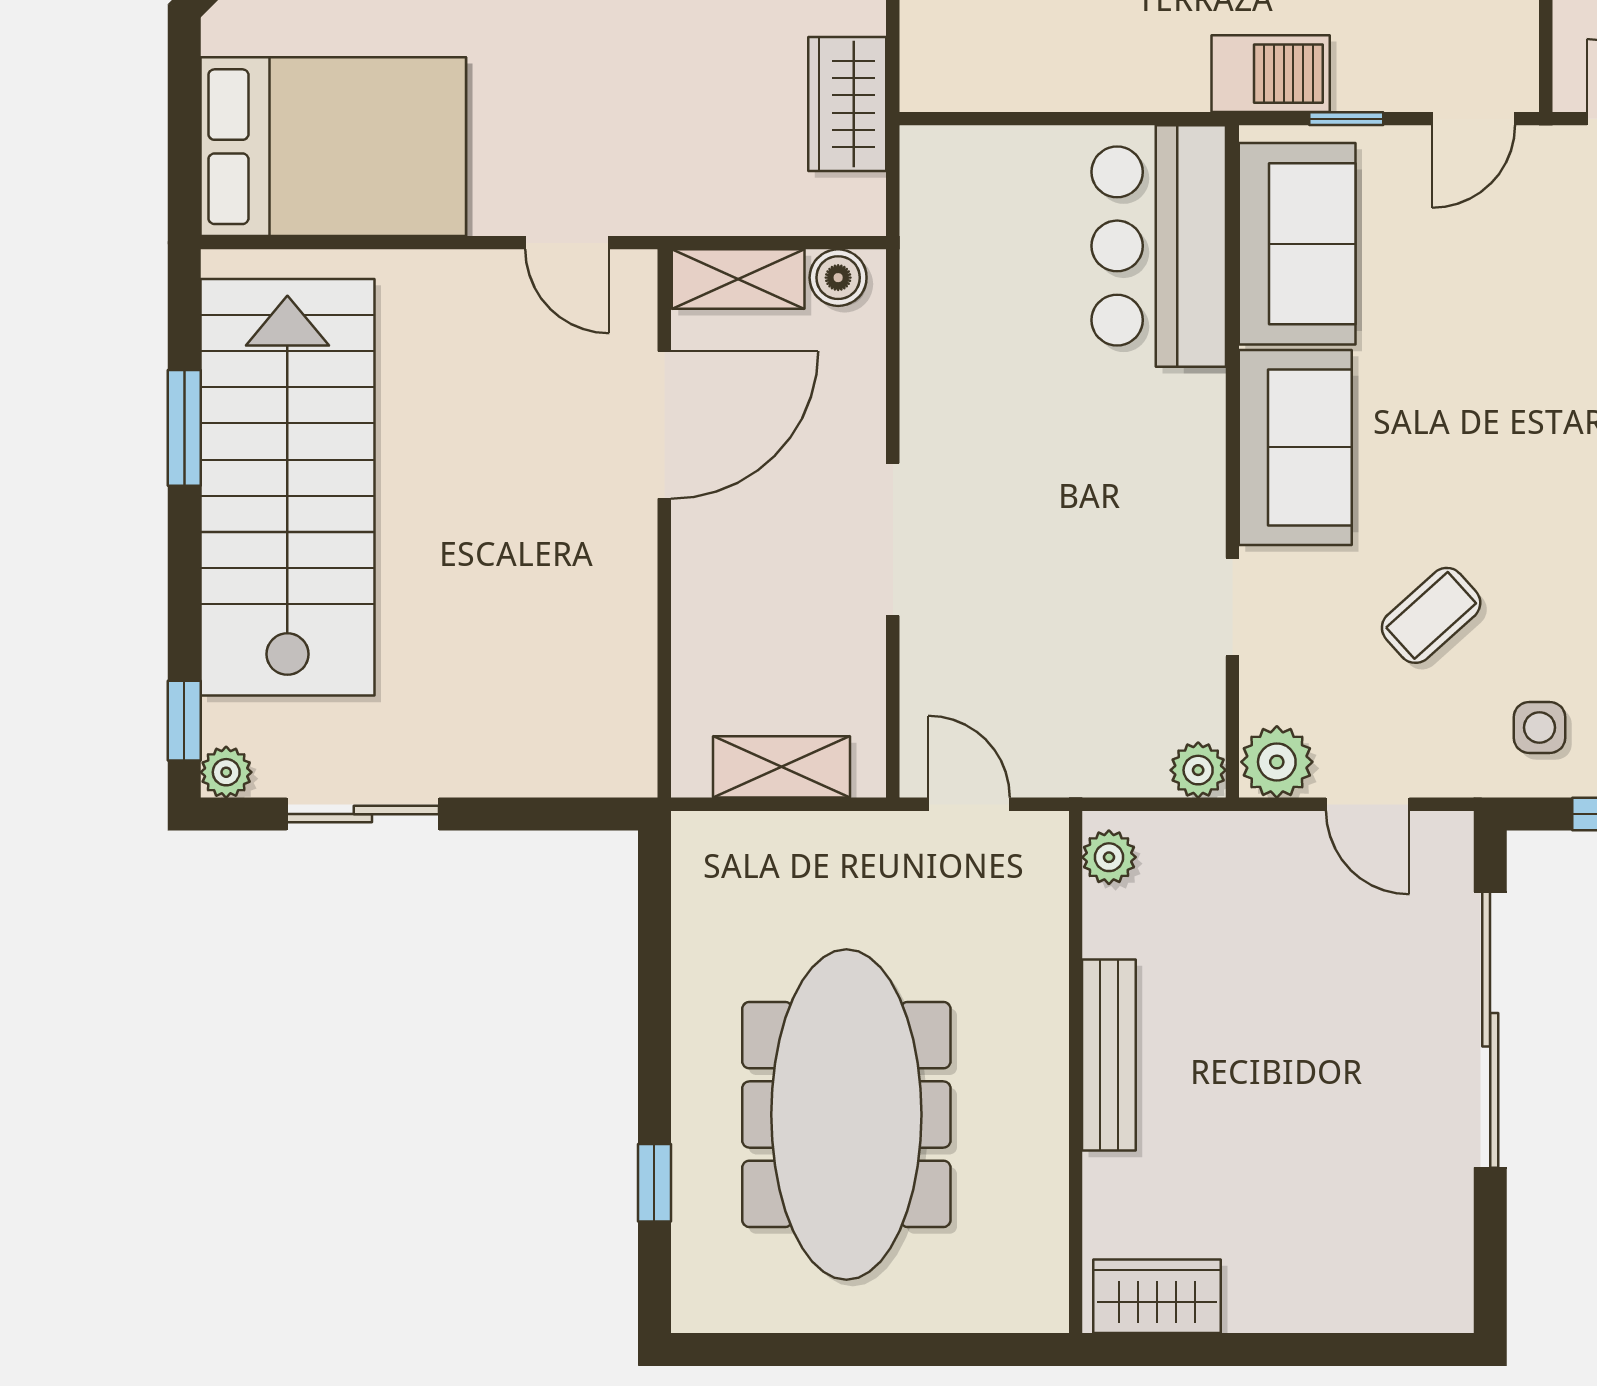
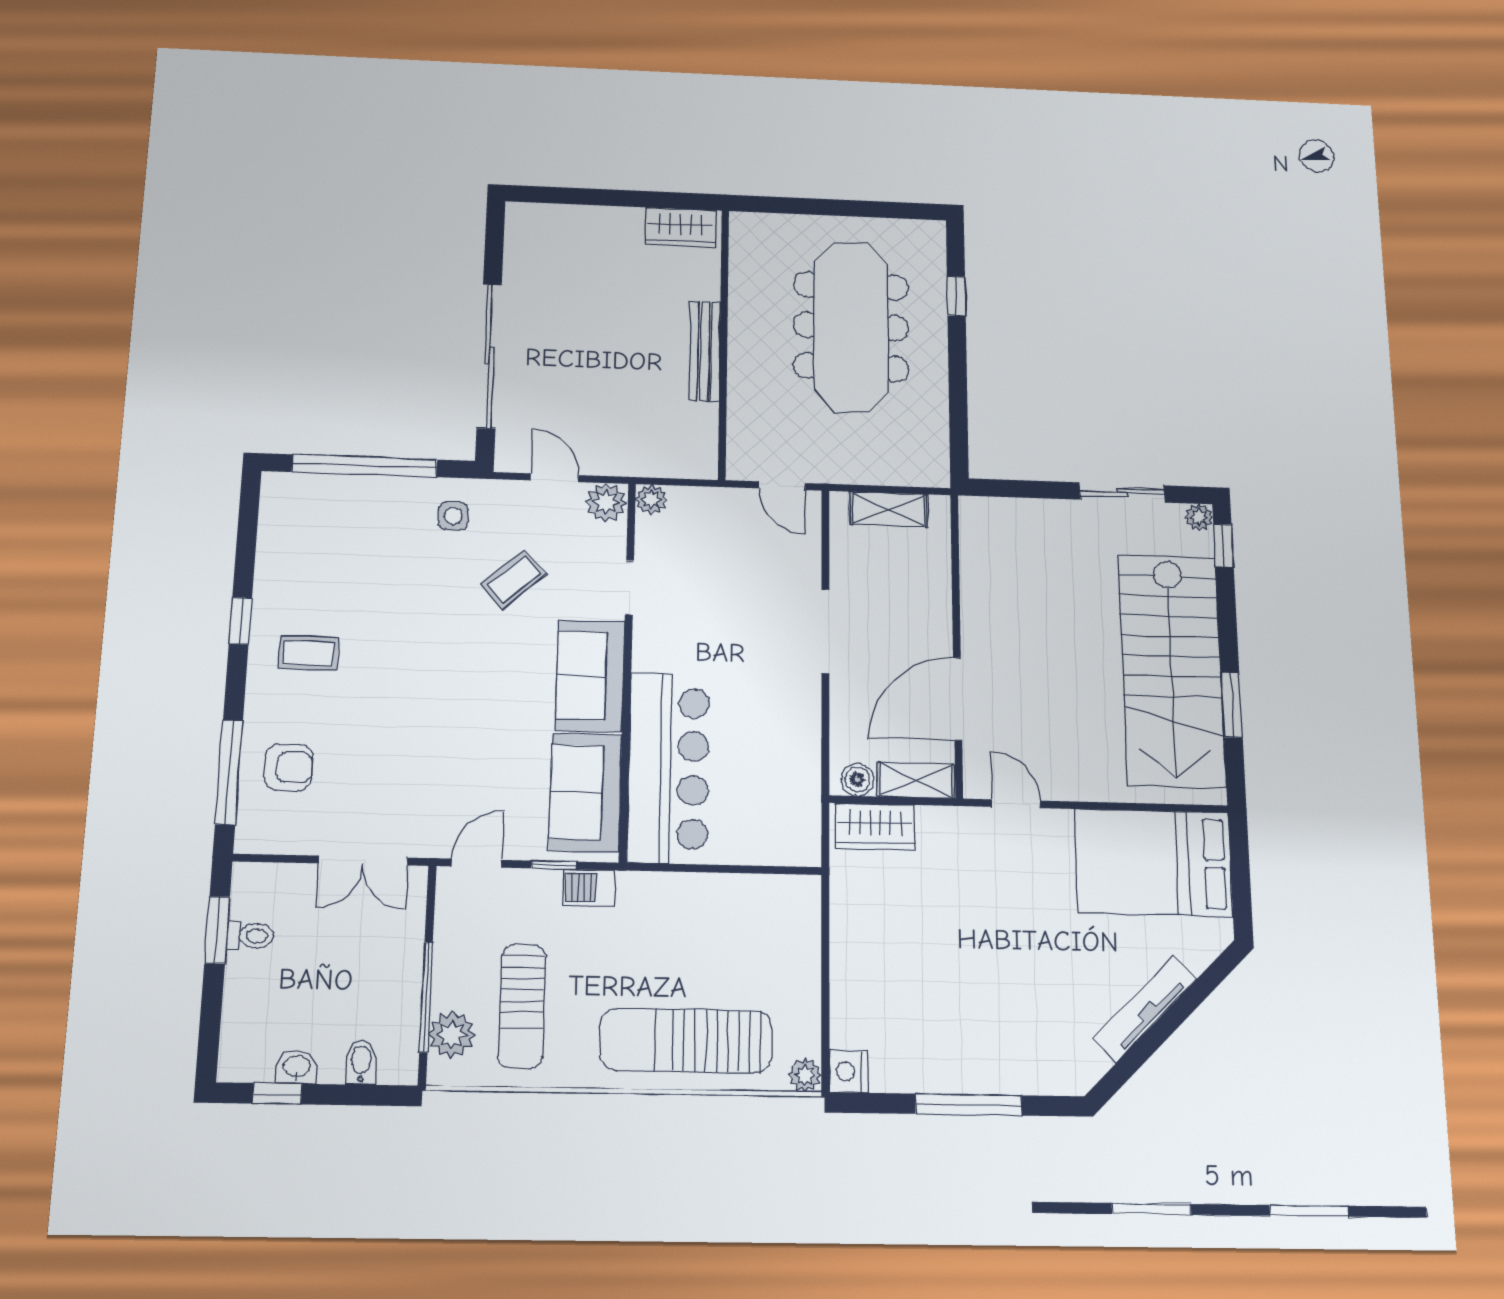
barbecue: (1271, 74) -> (589, 888), width x0.73, depth x0.79
wardrobe: (847, 104) -> (875, 827), moved, turned 90
bar counter: (1159, 246) -> (669, 768), width x1.36
plant: (1109, 857) -> (703, 455), removed

